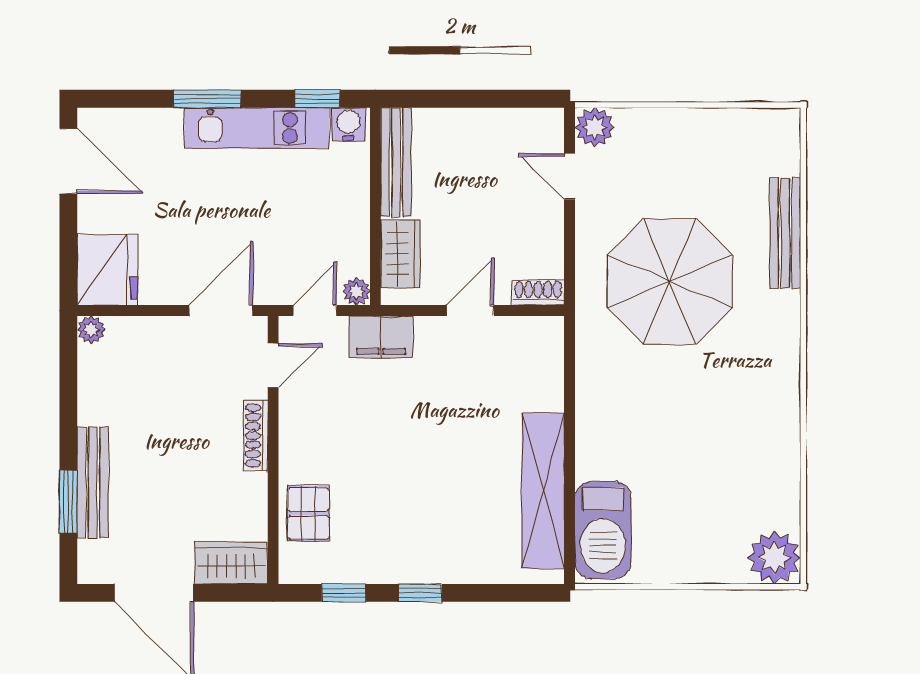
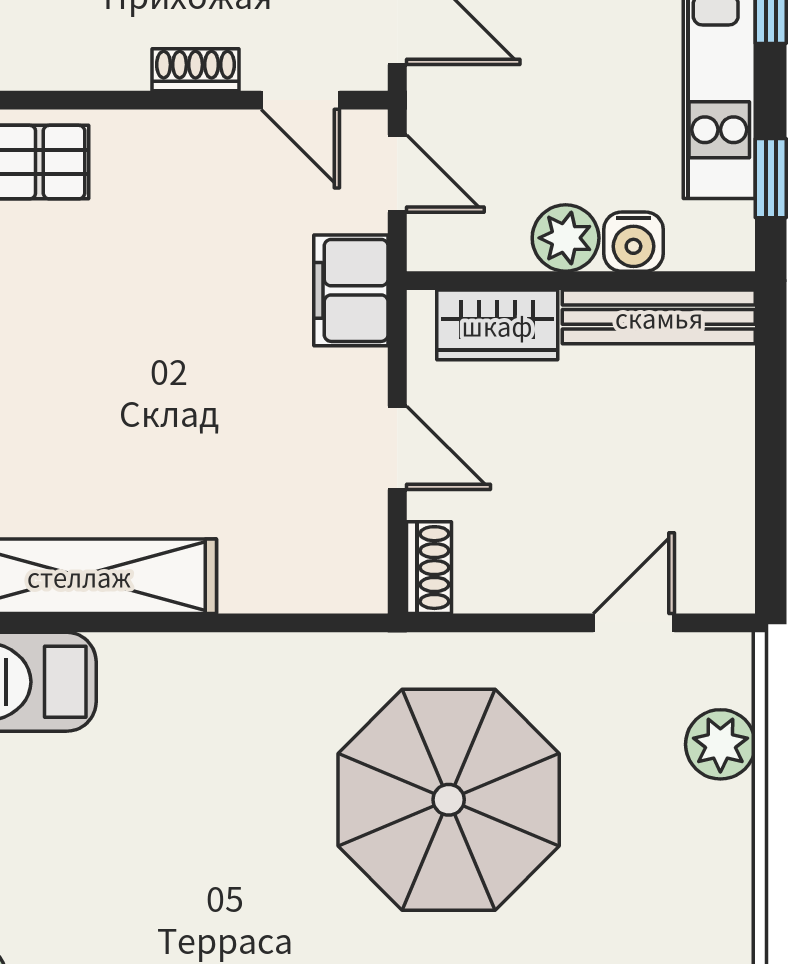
water cooler: (349, 124) -> (633, 242), moved, turned 90
plant: (595, 127) -> (720, 744), moved
plant: (356, 292) -> (566, 238), moved, width x1.38, depth x1.38
shoe rack: (256, 435) -> (196, 70), width x0.70

